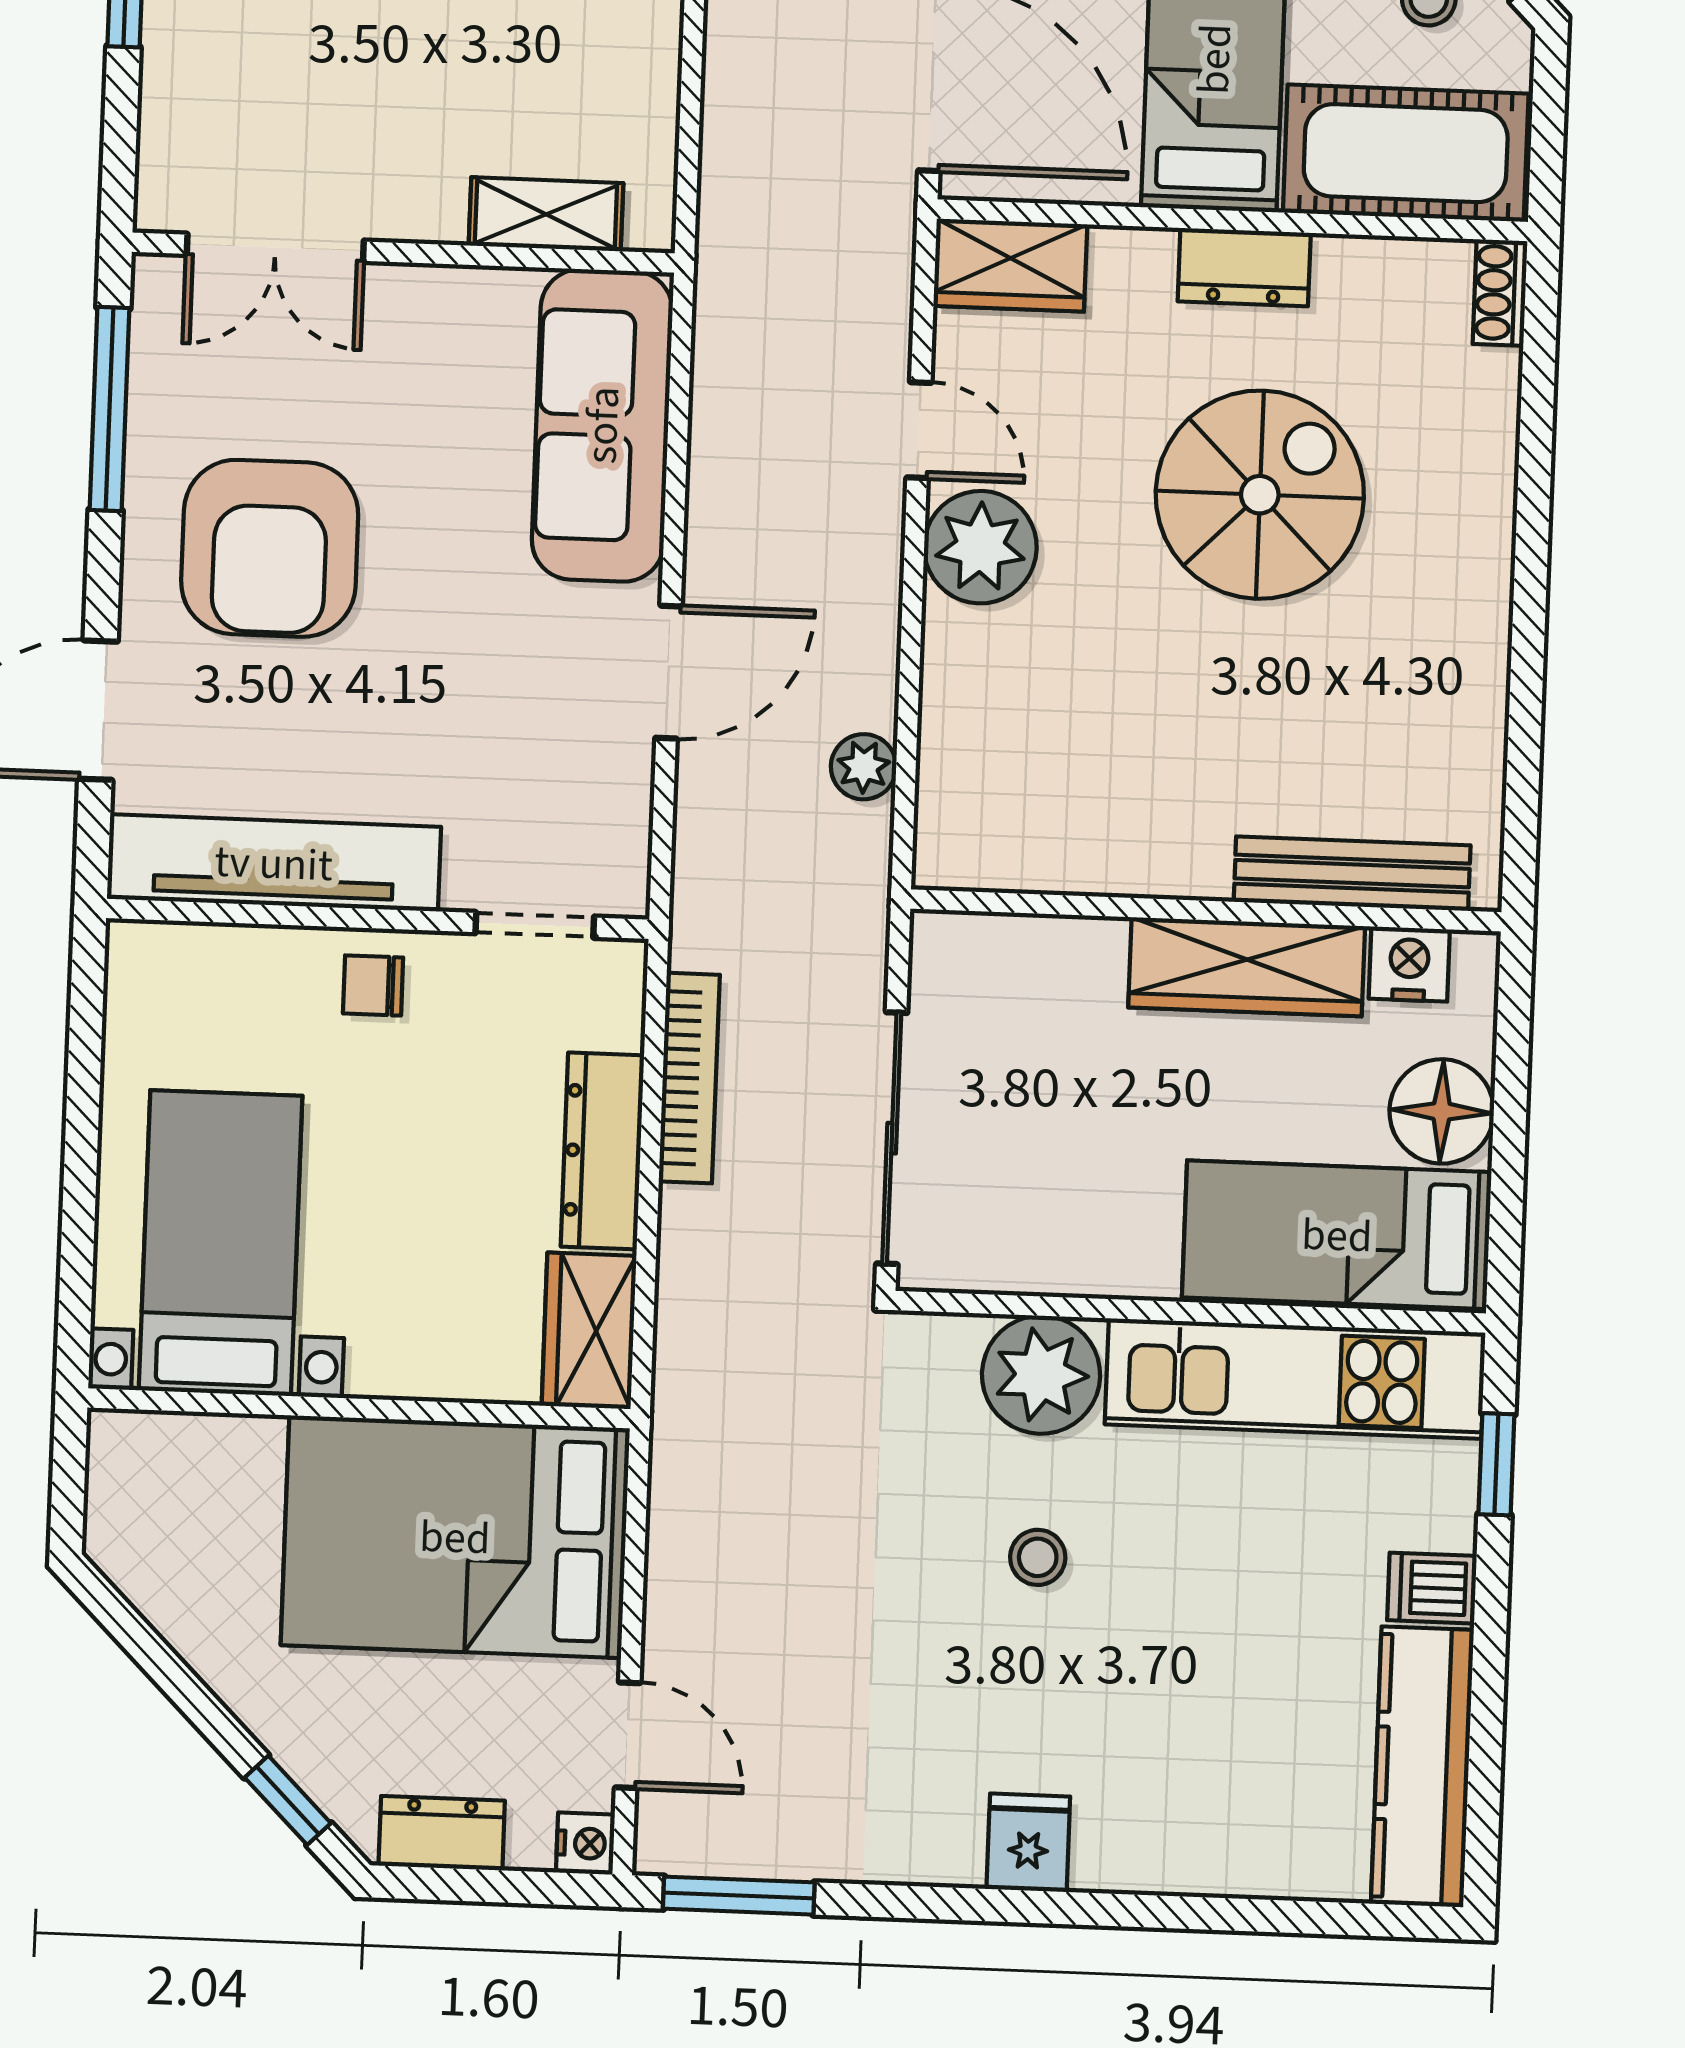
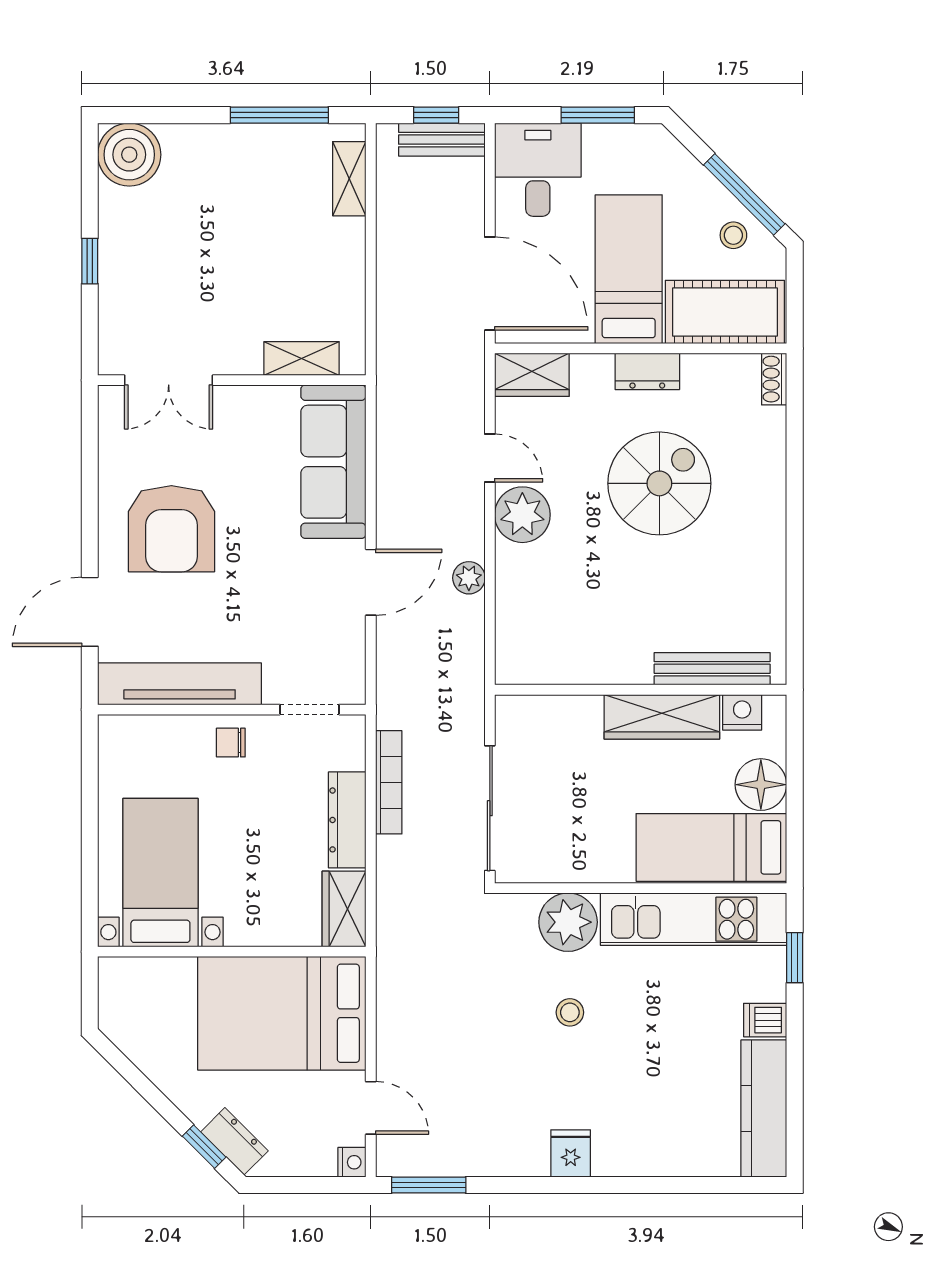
window: (110, 409) -> (90, 463), removed
plant: (864, 767) -> (469, 578), moved
dresser: (442, 1833) -> (234, 1141), moved, turned 45

